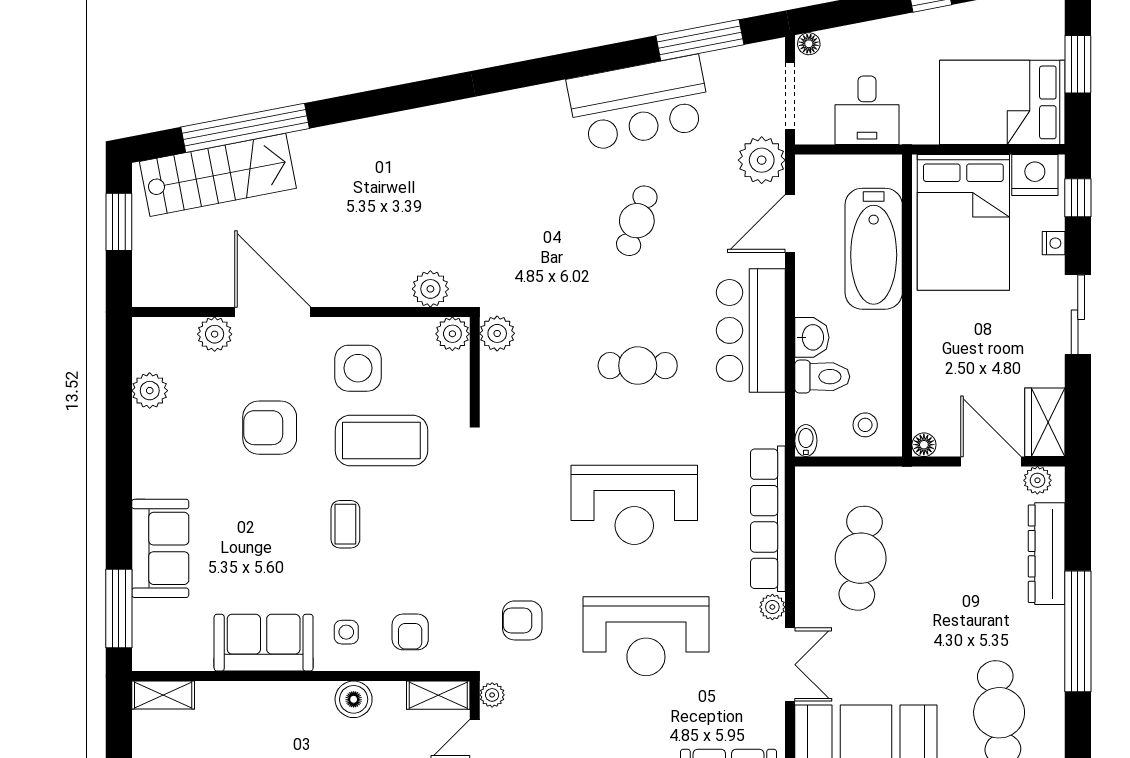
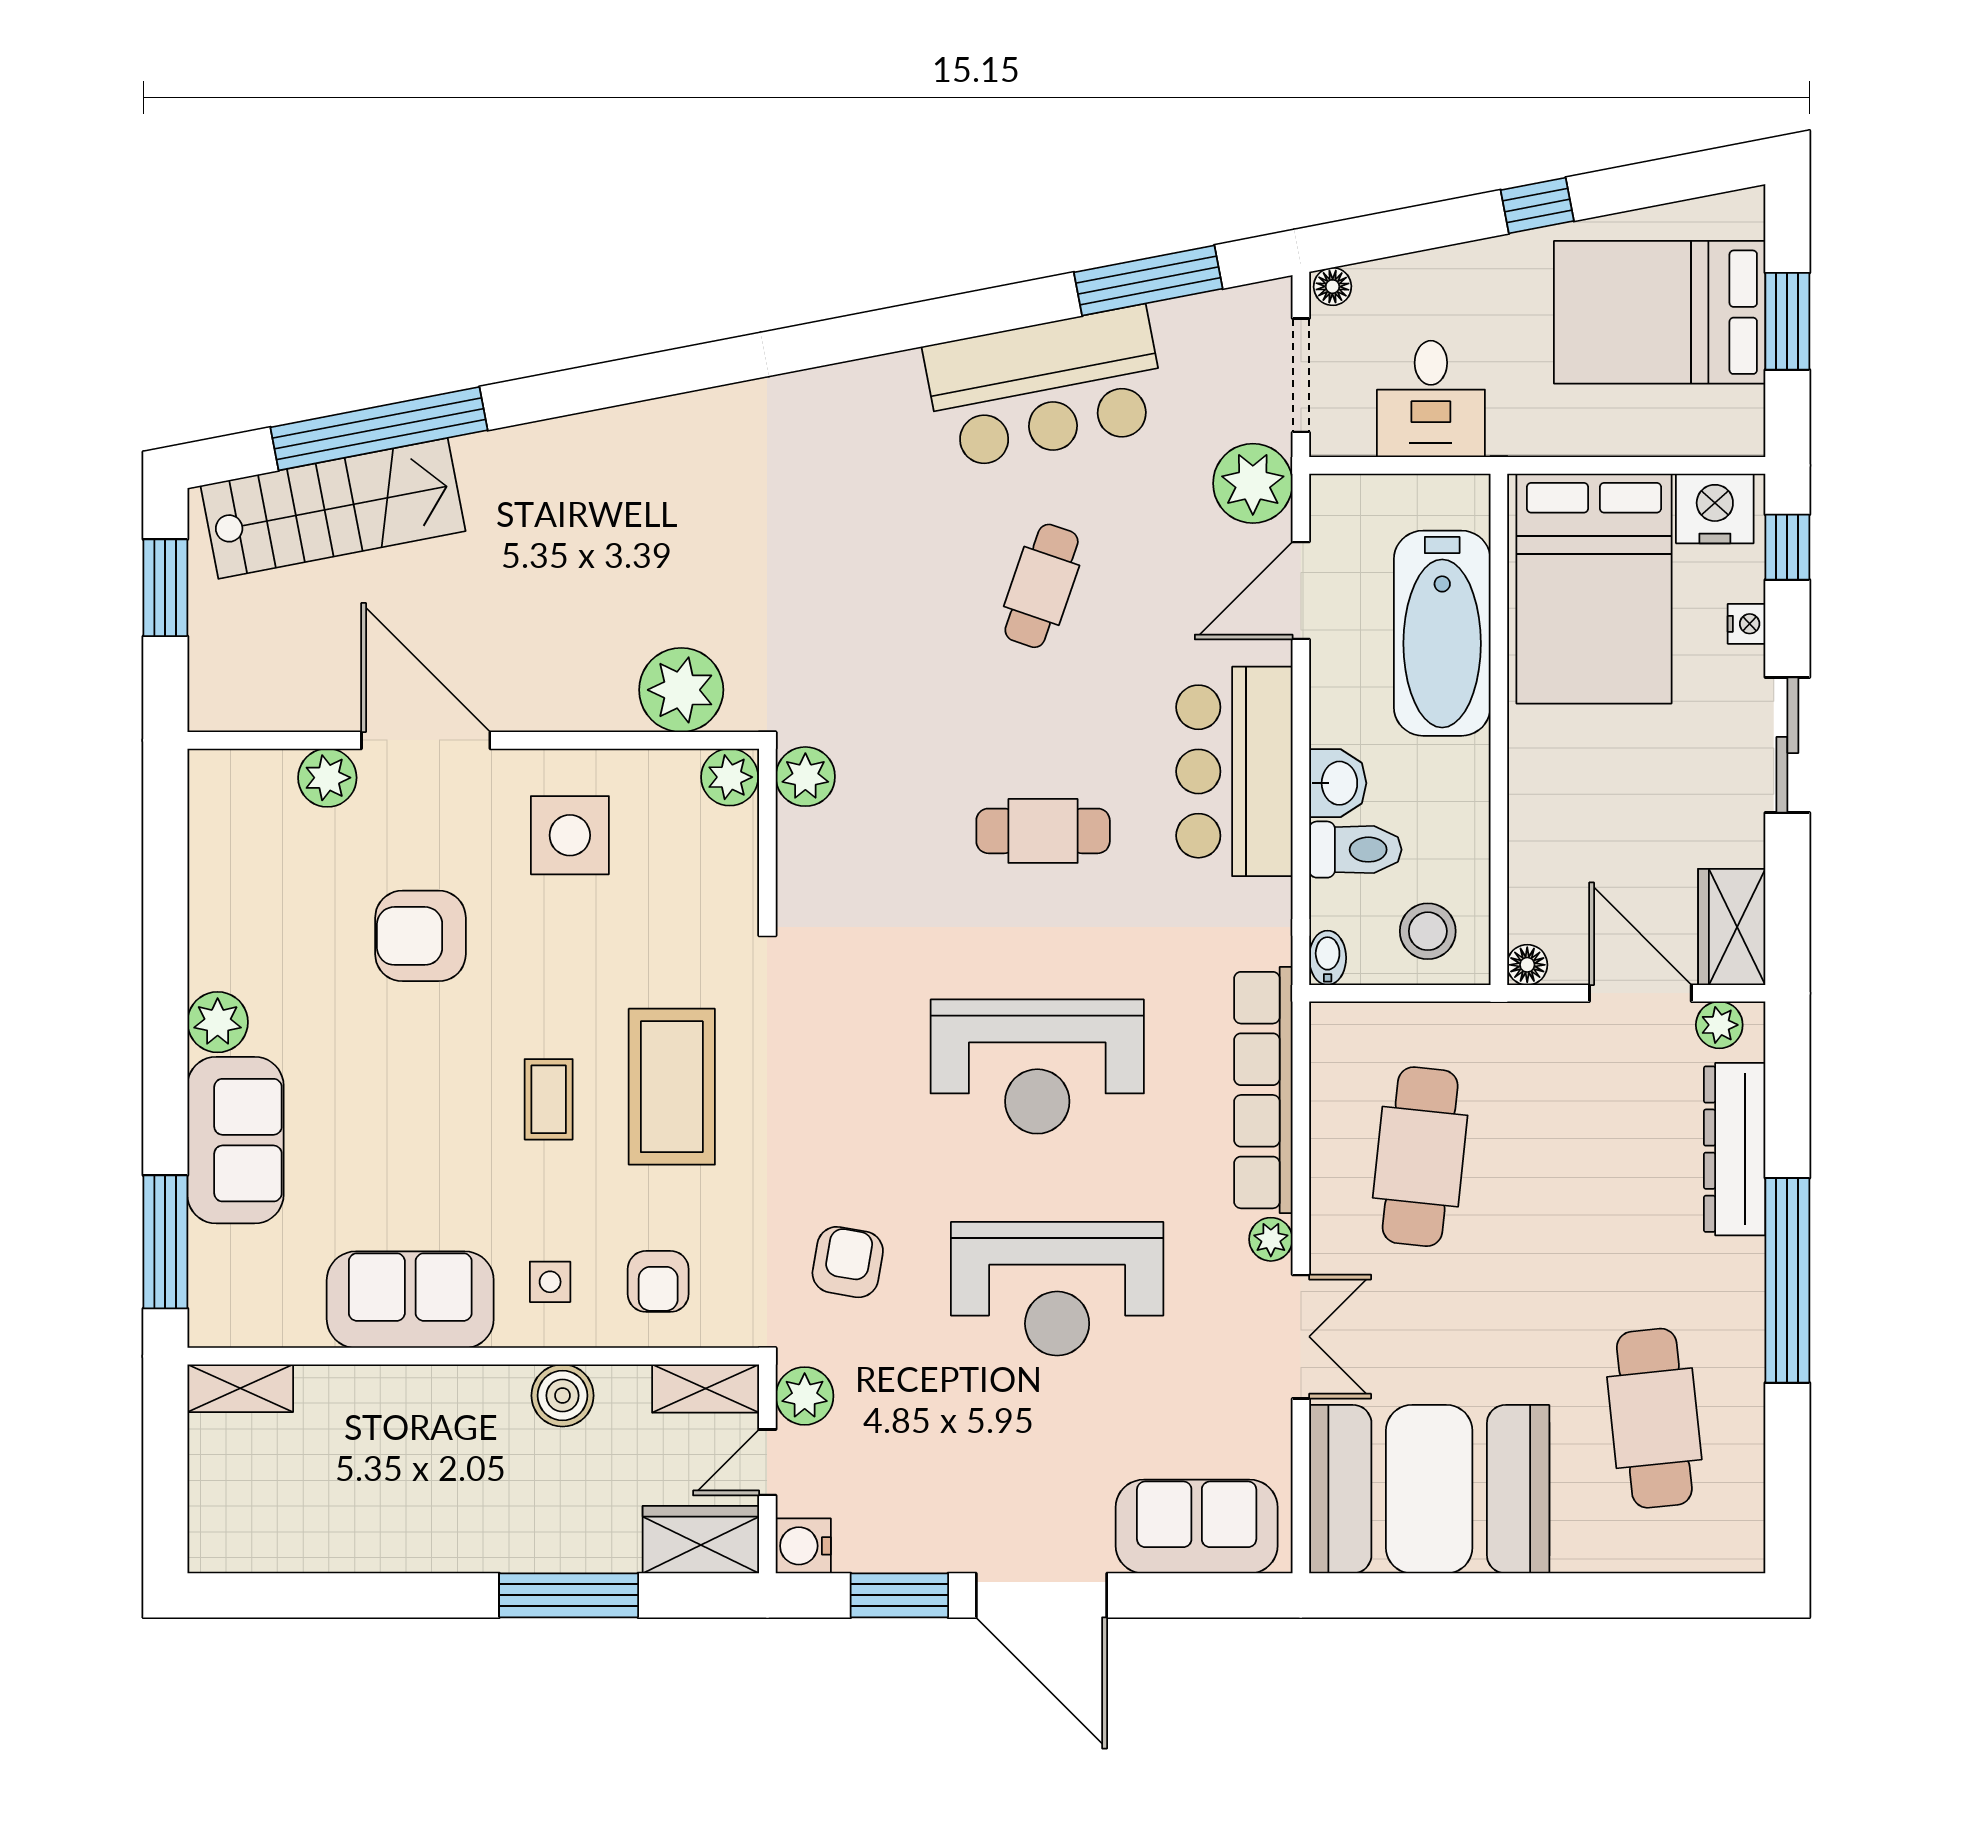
bed: (1002, 102) -> (1660, 312), moved
plant: (430, 289) -> (681, 690), width x1.36, depth x1.36
plant: (150, 391) -> (218, 1022), moved
stool: (865, 425) -> (1428, 931), width x1.37, depth x1.37
coffee table: (381, 440) -> (672, 1087), moved, turned 90
armchair: (522, 620) -> (848, 1262), turned 100
plant: (492, 695) -> (805, 1396), width x1.38, depth x1.38

